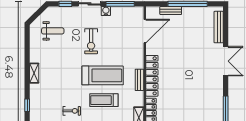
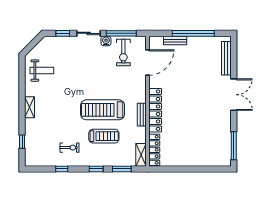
weight bench: (53, 31) -> (42, 71), moved
exercise bike: (91, 41) -> (123, 52), moved
treadmill: (103, 75) -> (103, 110), turned 180
treadmill: (104, 100) -> (104, 136), turned 180

